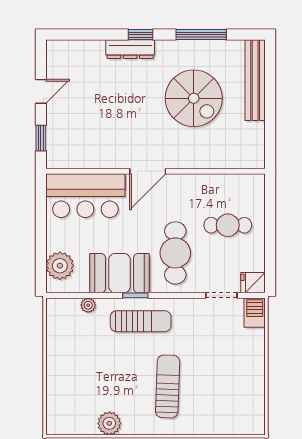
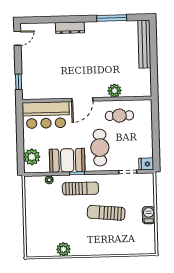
window: (141, 35) -> (76, 19), removed
door: (41, 91) -> (17, 38), moved
spiral stairs: (194, 98) -> (108, 56), removed
plant: (203, 157) -> (115, 91), added
cafe table: (228, 225) -> (119, 116), moved
barbecue: (255, 313) -> (149, 215), moved
sun lounger: (168, 386) -> (106, 213), moved, turned -87

